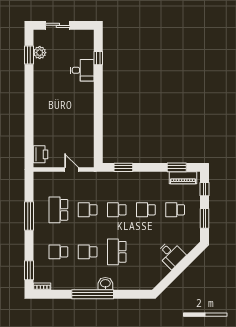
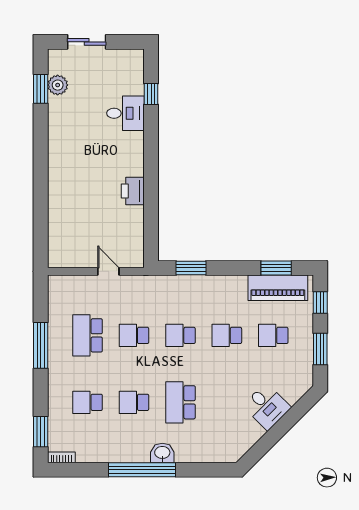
printer: (40, 154) -> (133, 191), moved, turned 180
piano: (183, 178) -> (278, 288), width x1.37, depth x1.33

